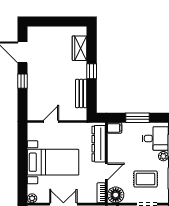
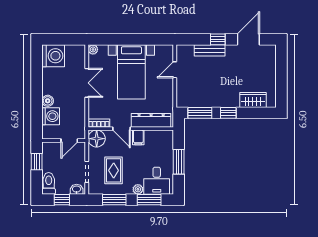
bench: (81, 93) -> (210, 50), moved
window: (92, 98) -> (200, 113), added
door: (51, 122) -> (175, 70), swing flipped
filing cabinet: (115, 128) -> (138, 137), moved

